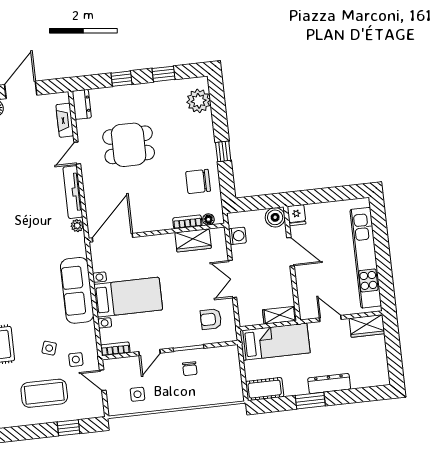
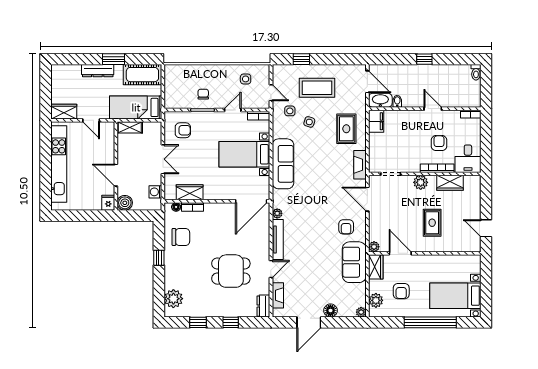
cot: (265, 389) -> (142, 75), width x1.37, depth x1.34

